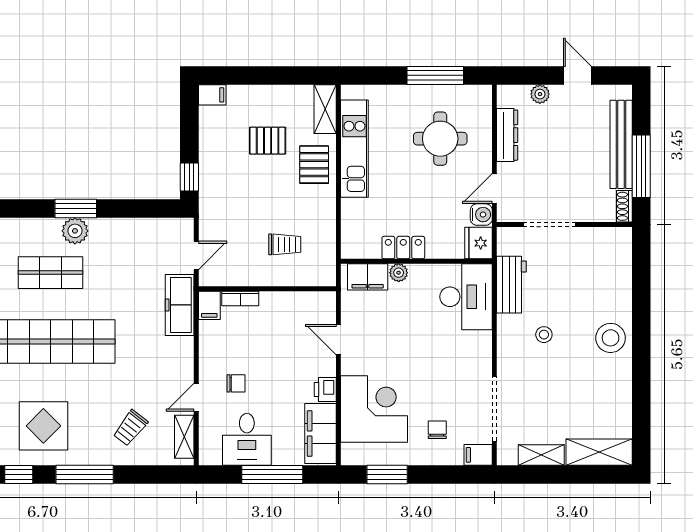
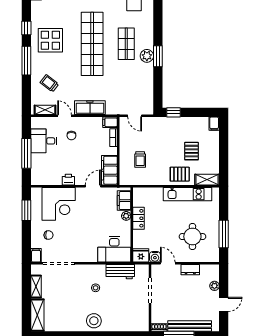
dresser: (507, 135) -> (190, 270), width x0.70
freezer: (180, 305) -> (90, 108), moved
filing cabinet: (321, 433) -> (109, 170), moved, turned -90

